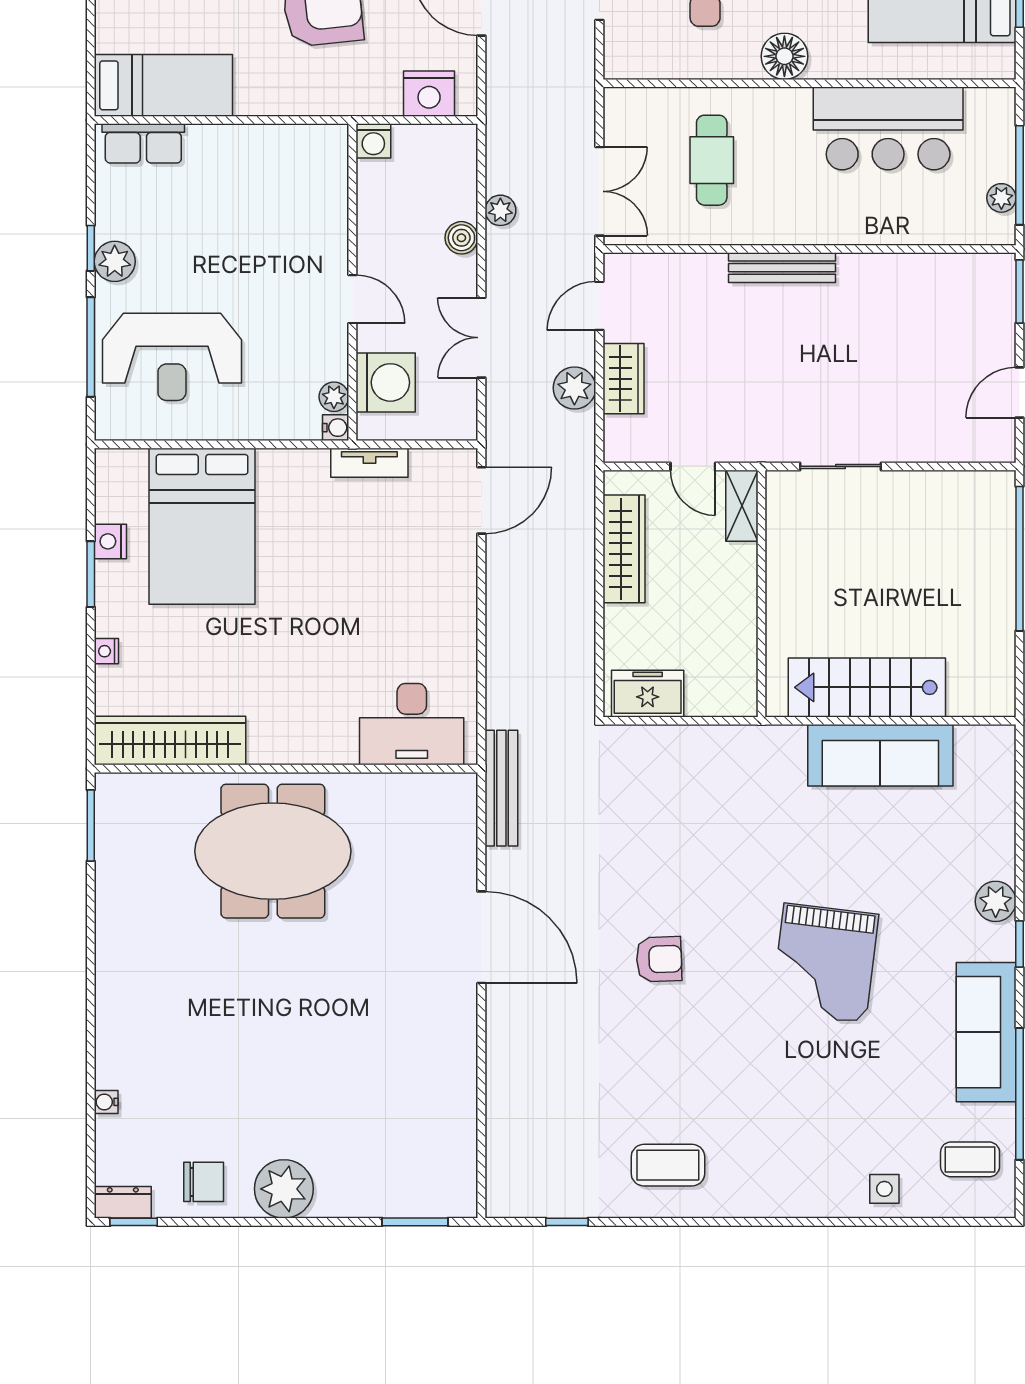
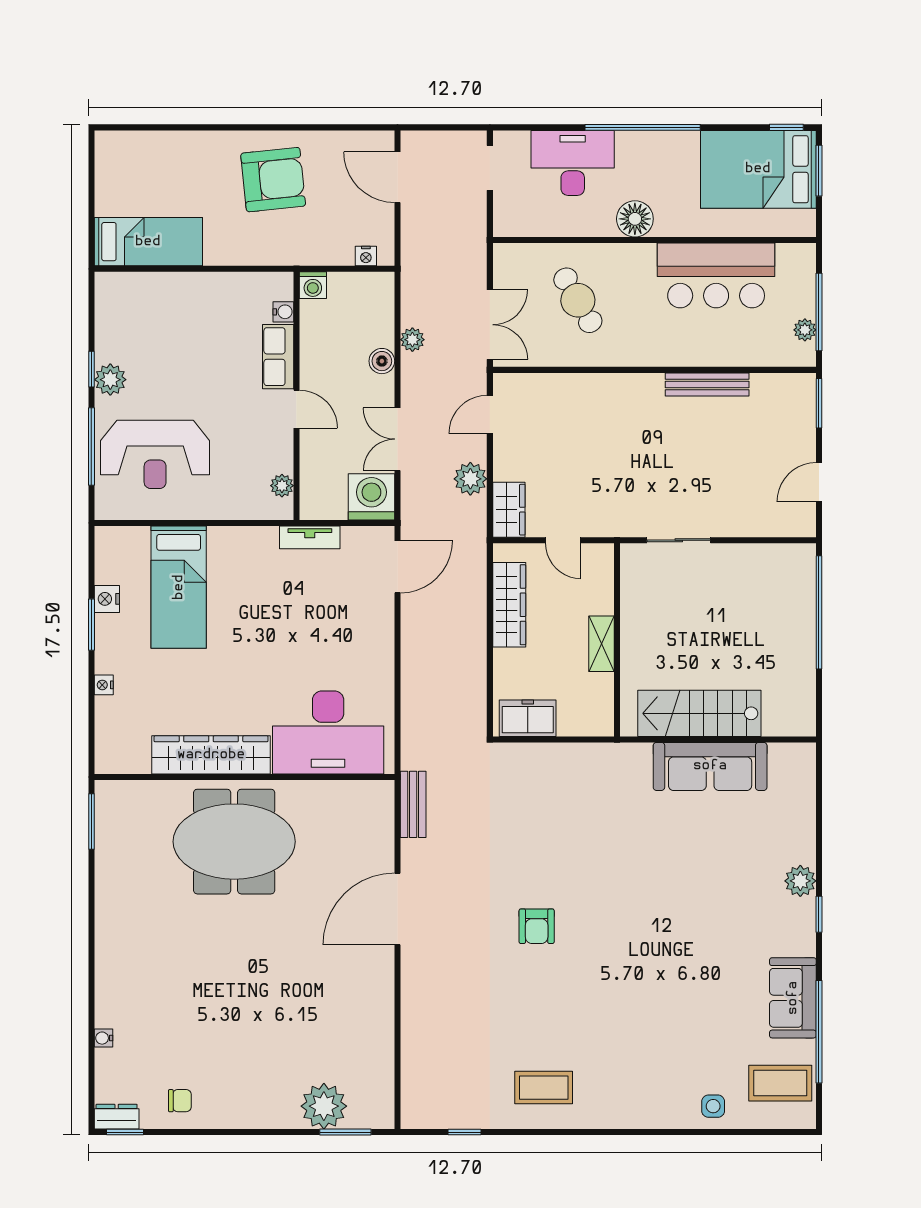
nightstand: (429, 94) -> (366, 256), width x0.53, depth x0.56
row of seats: (143, 143) -> (278, 357), moved, turned 90
cafe table: (712, 160) -> (578, 300), turned -30
bench: (782, 268) -> (707, 384), moved
wardrobe: (623, 379) -> (509, 510), moved
washing machine: (386, 382) -> (371, 497), moved, turned -90
water cooler: (336, 428) -> (283, 312), moved
shelving: (742, 506) -> (601, 644), moved
bed: (202, 526) -> (179, 587), width x0.67
desk: (412, 724) -> (328, 732), width x1.36, depth x1.30
wardrobe: (170, 740) -> (211, 755), moved
bench: (501, 788) -> (413, 804), width x0.73
door: (481, 937) -> (398, 909), swing flipped
armchair: (659, 959) -> (537, 926), turned 92
grand piano: (825, 963) -> (667, 929), removed
sofa: (986, 1032) -> (793, 998), width x0.73
coffee table: (970, 1159) -> (780, 1083), width x1.36, depth x1.30
chair: (204, 1182) -> (180, 1101), width x0.73, depth x0.73
plant: (284, 1189) -> (324, 1106), moved

